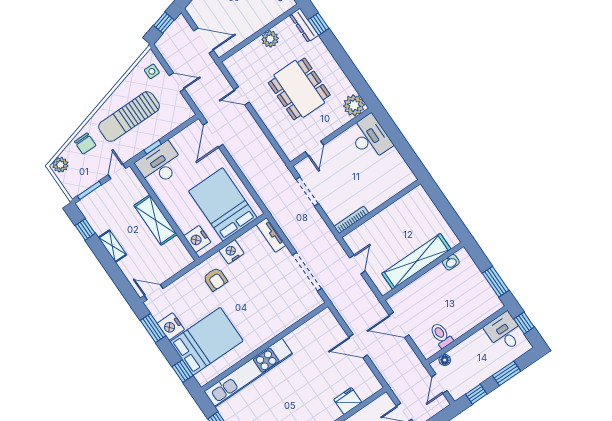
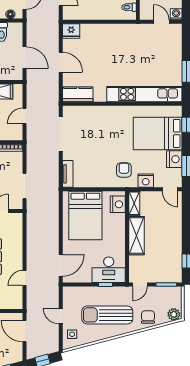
door: (242, 96) -> (25, 278), swing flipped
sun lounger: (129, 117) -> (107, 315), turned 180
shelving: (112, 246) -> (134, 203), moved
nightstand: (232, 252) -> (146, 181), moved
kitchen counter: (318, 325) -> (78, 94), added
fridge: (348, 401) -> (71, 31), moved

